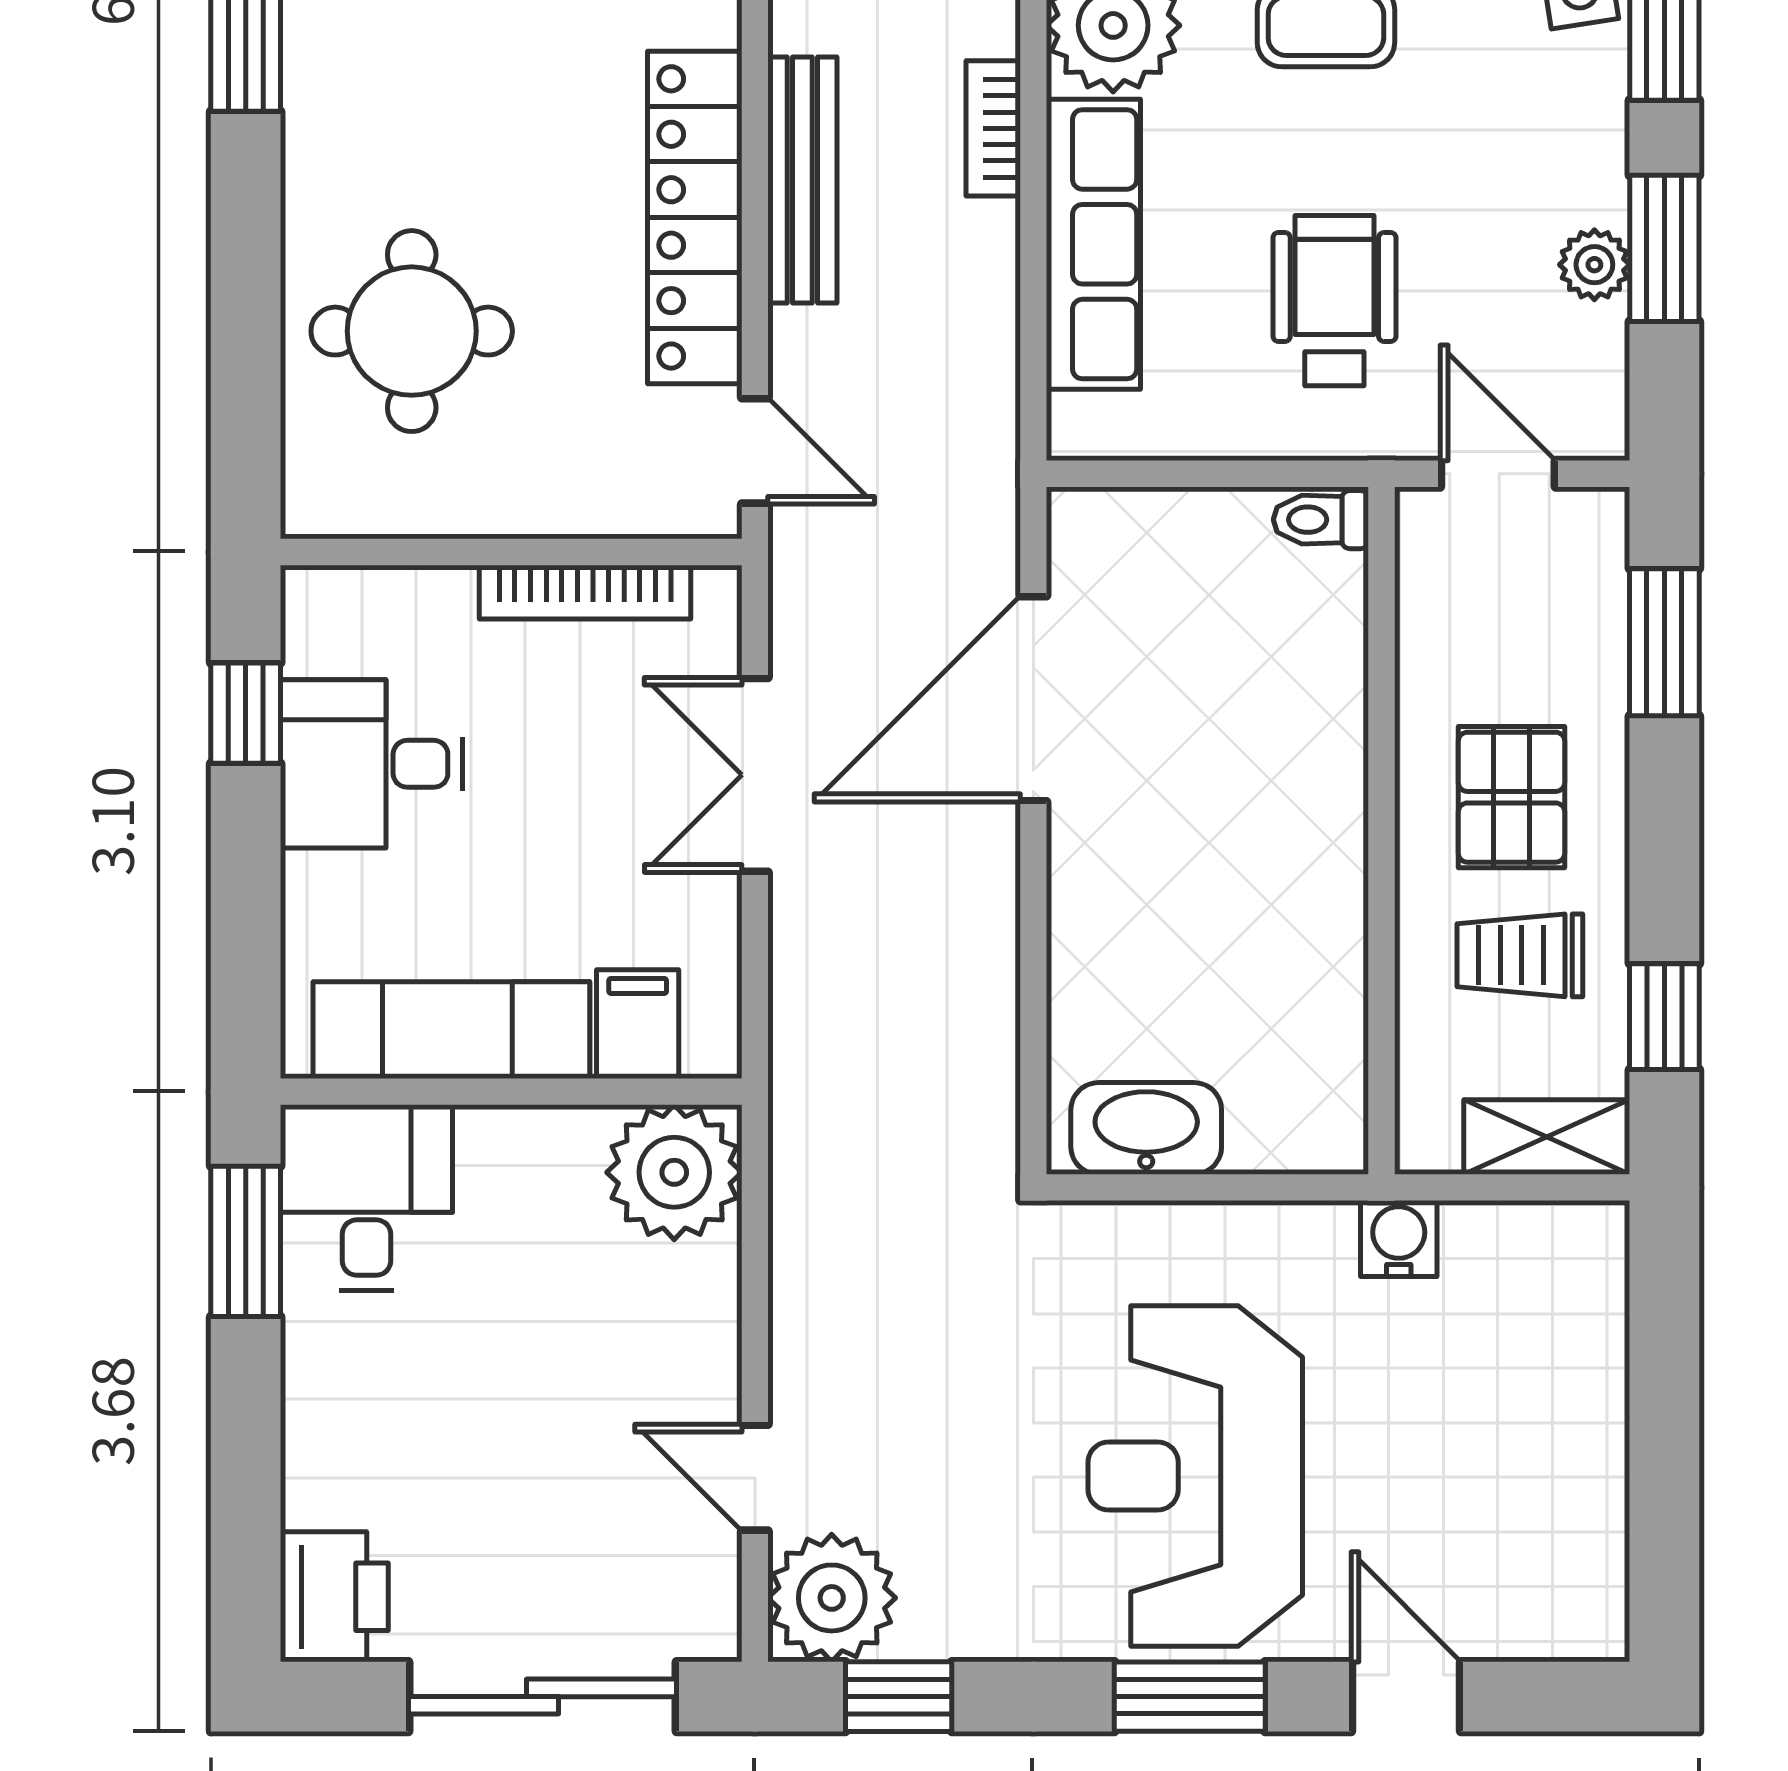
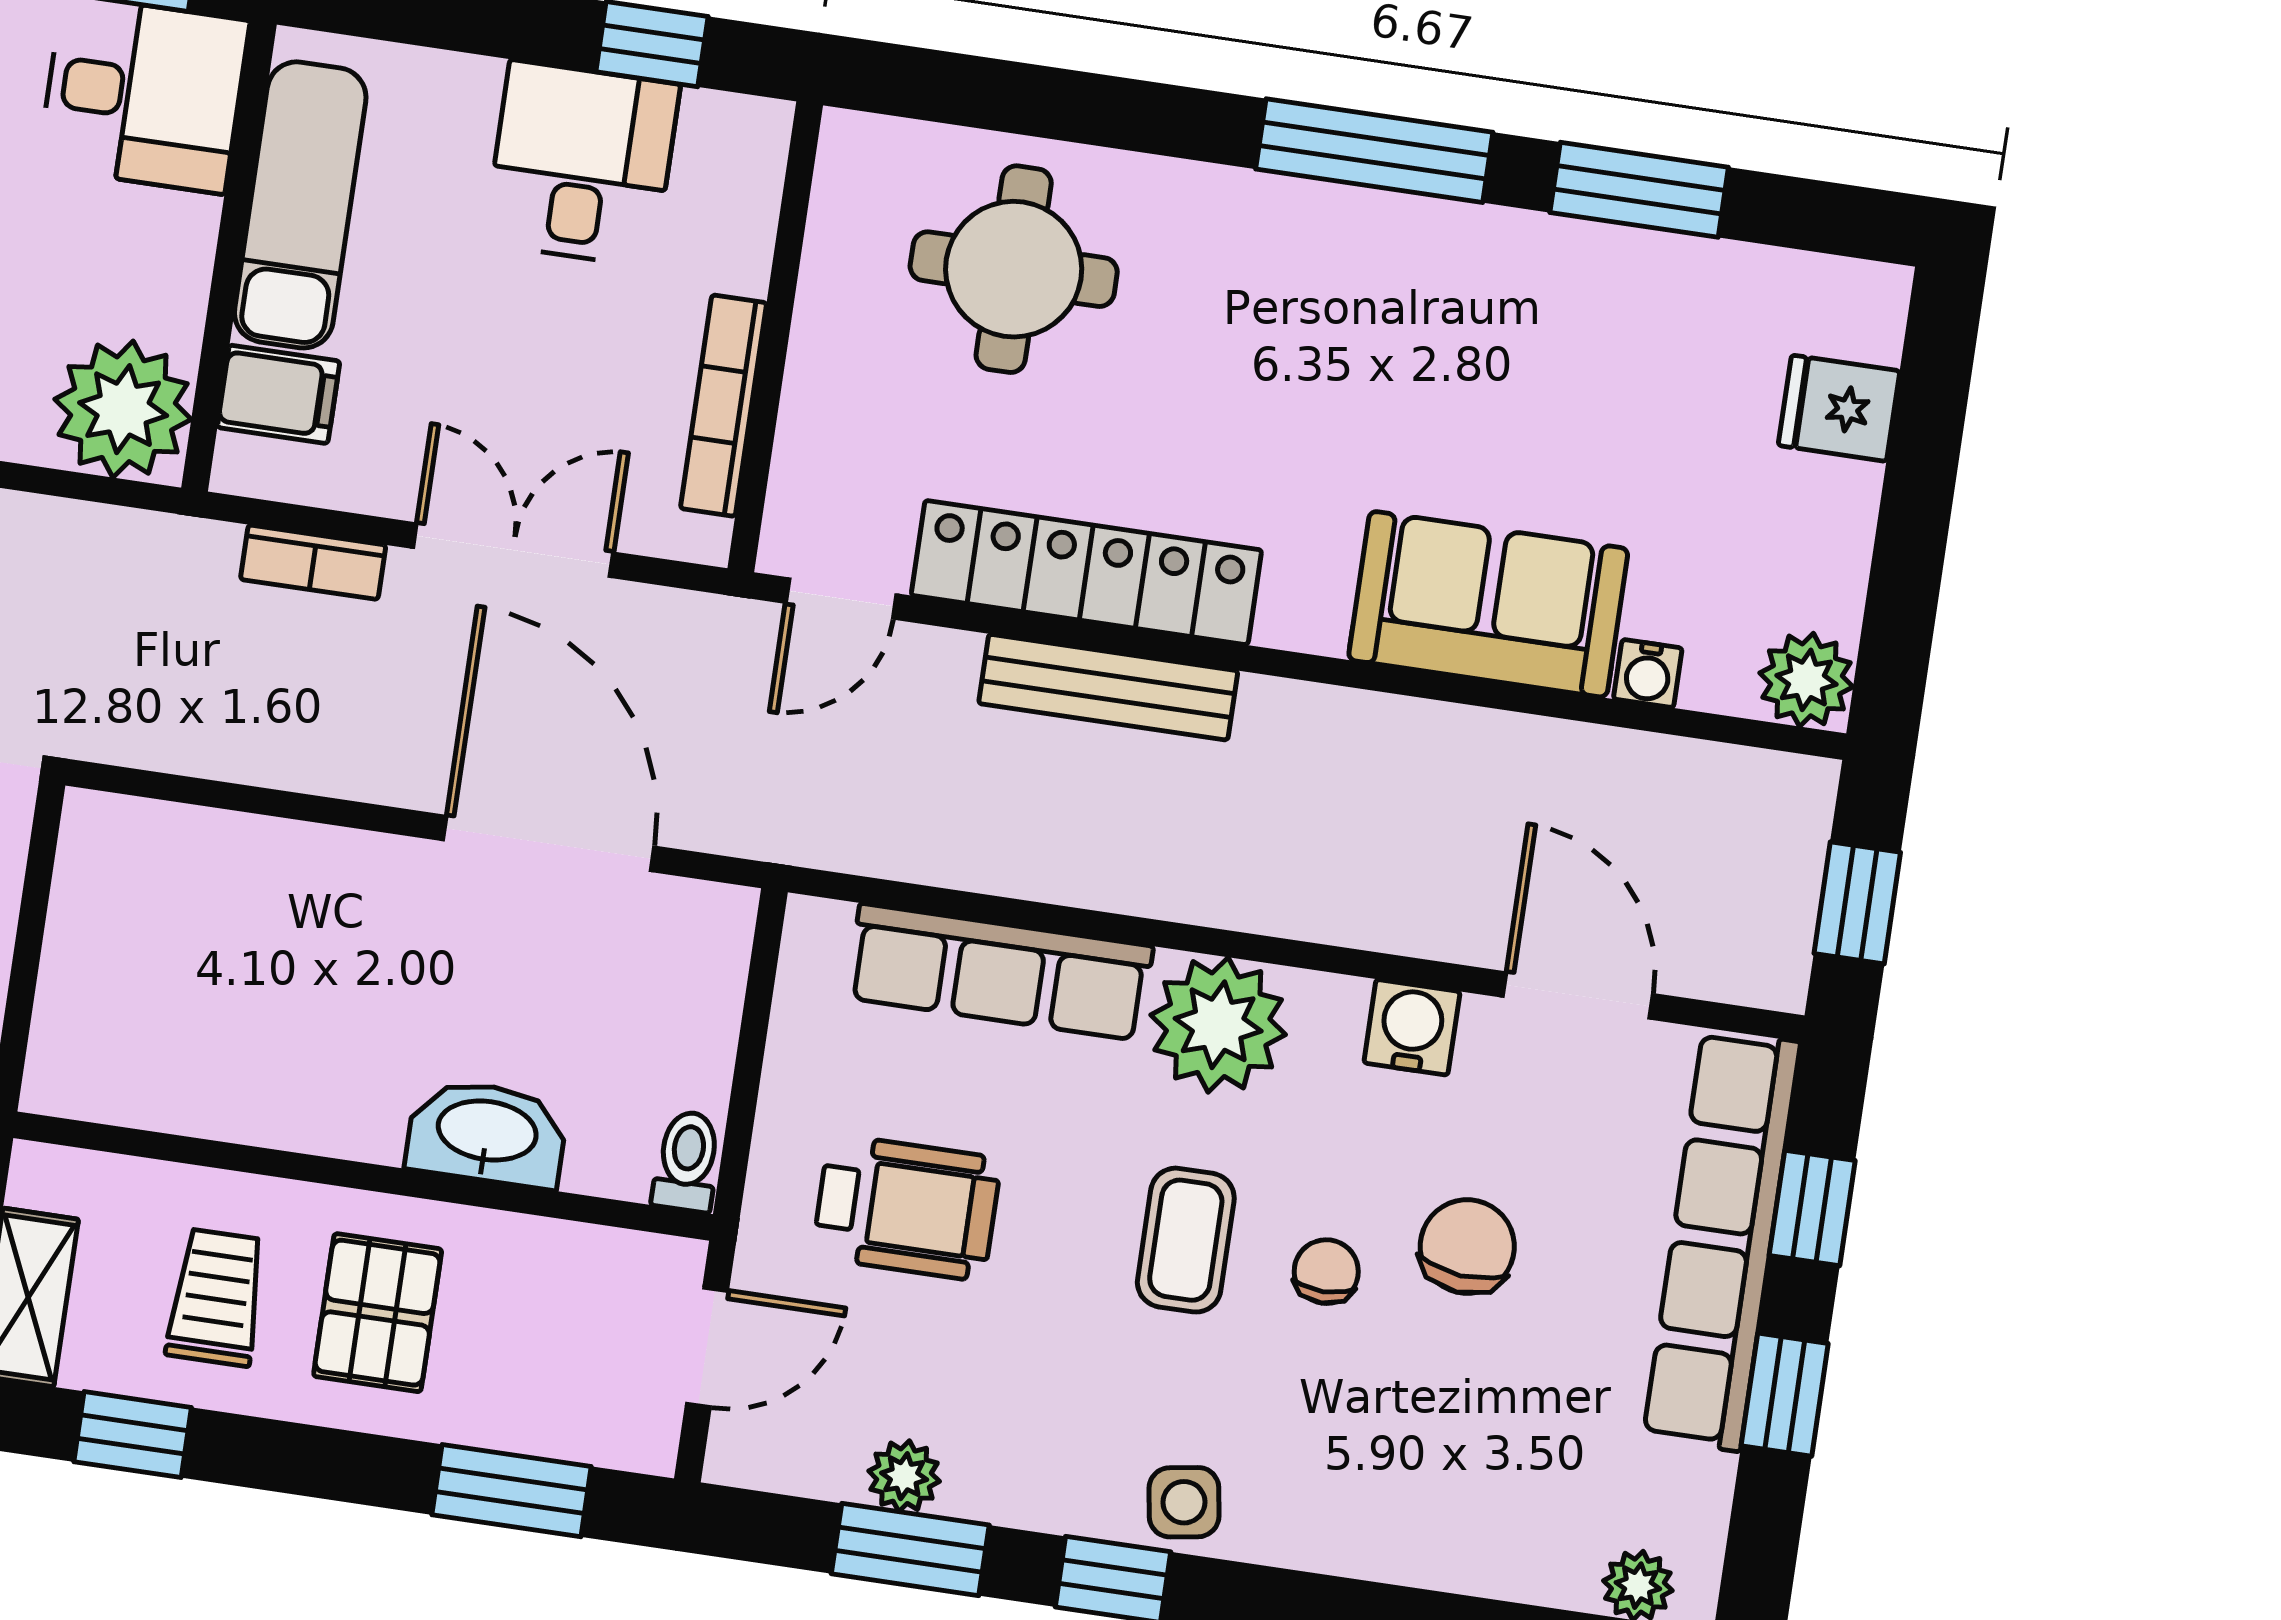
bookcase: (993, 128) -> (313, 562), moved, turned 180
pallet: (1512, 797) -> (378, 1313), turned 90
washbasin: (1146, 1128) -> (487, 1133), moved, turned -90

